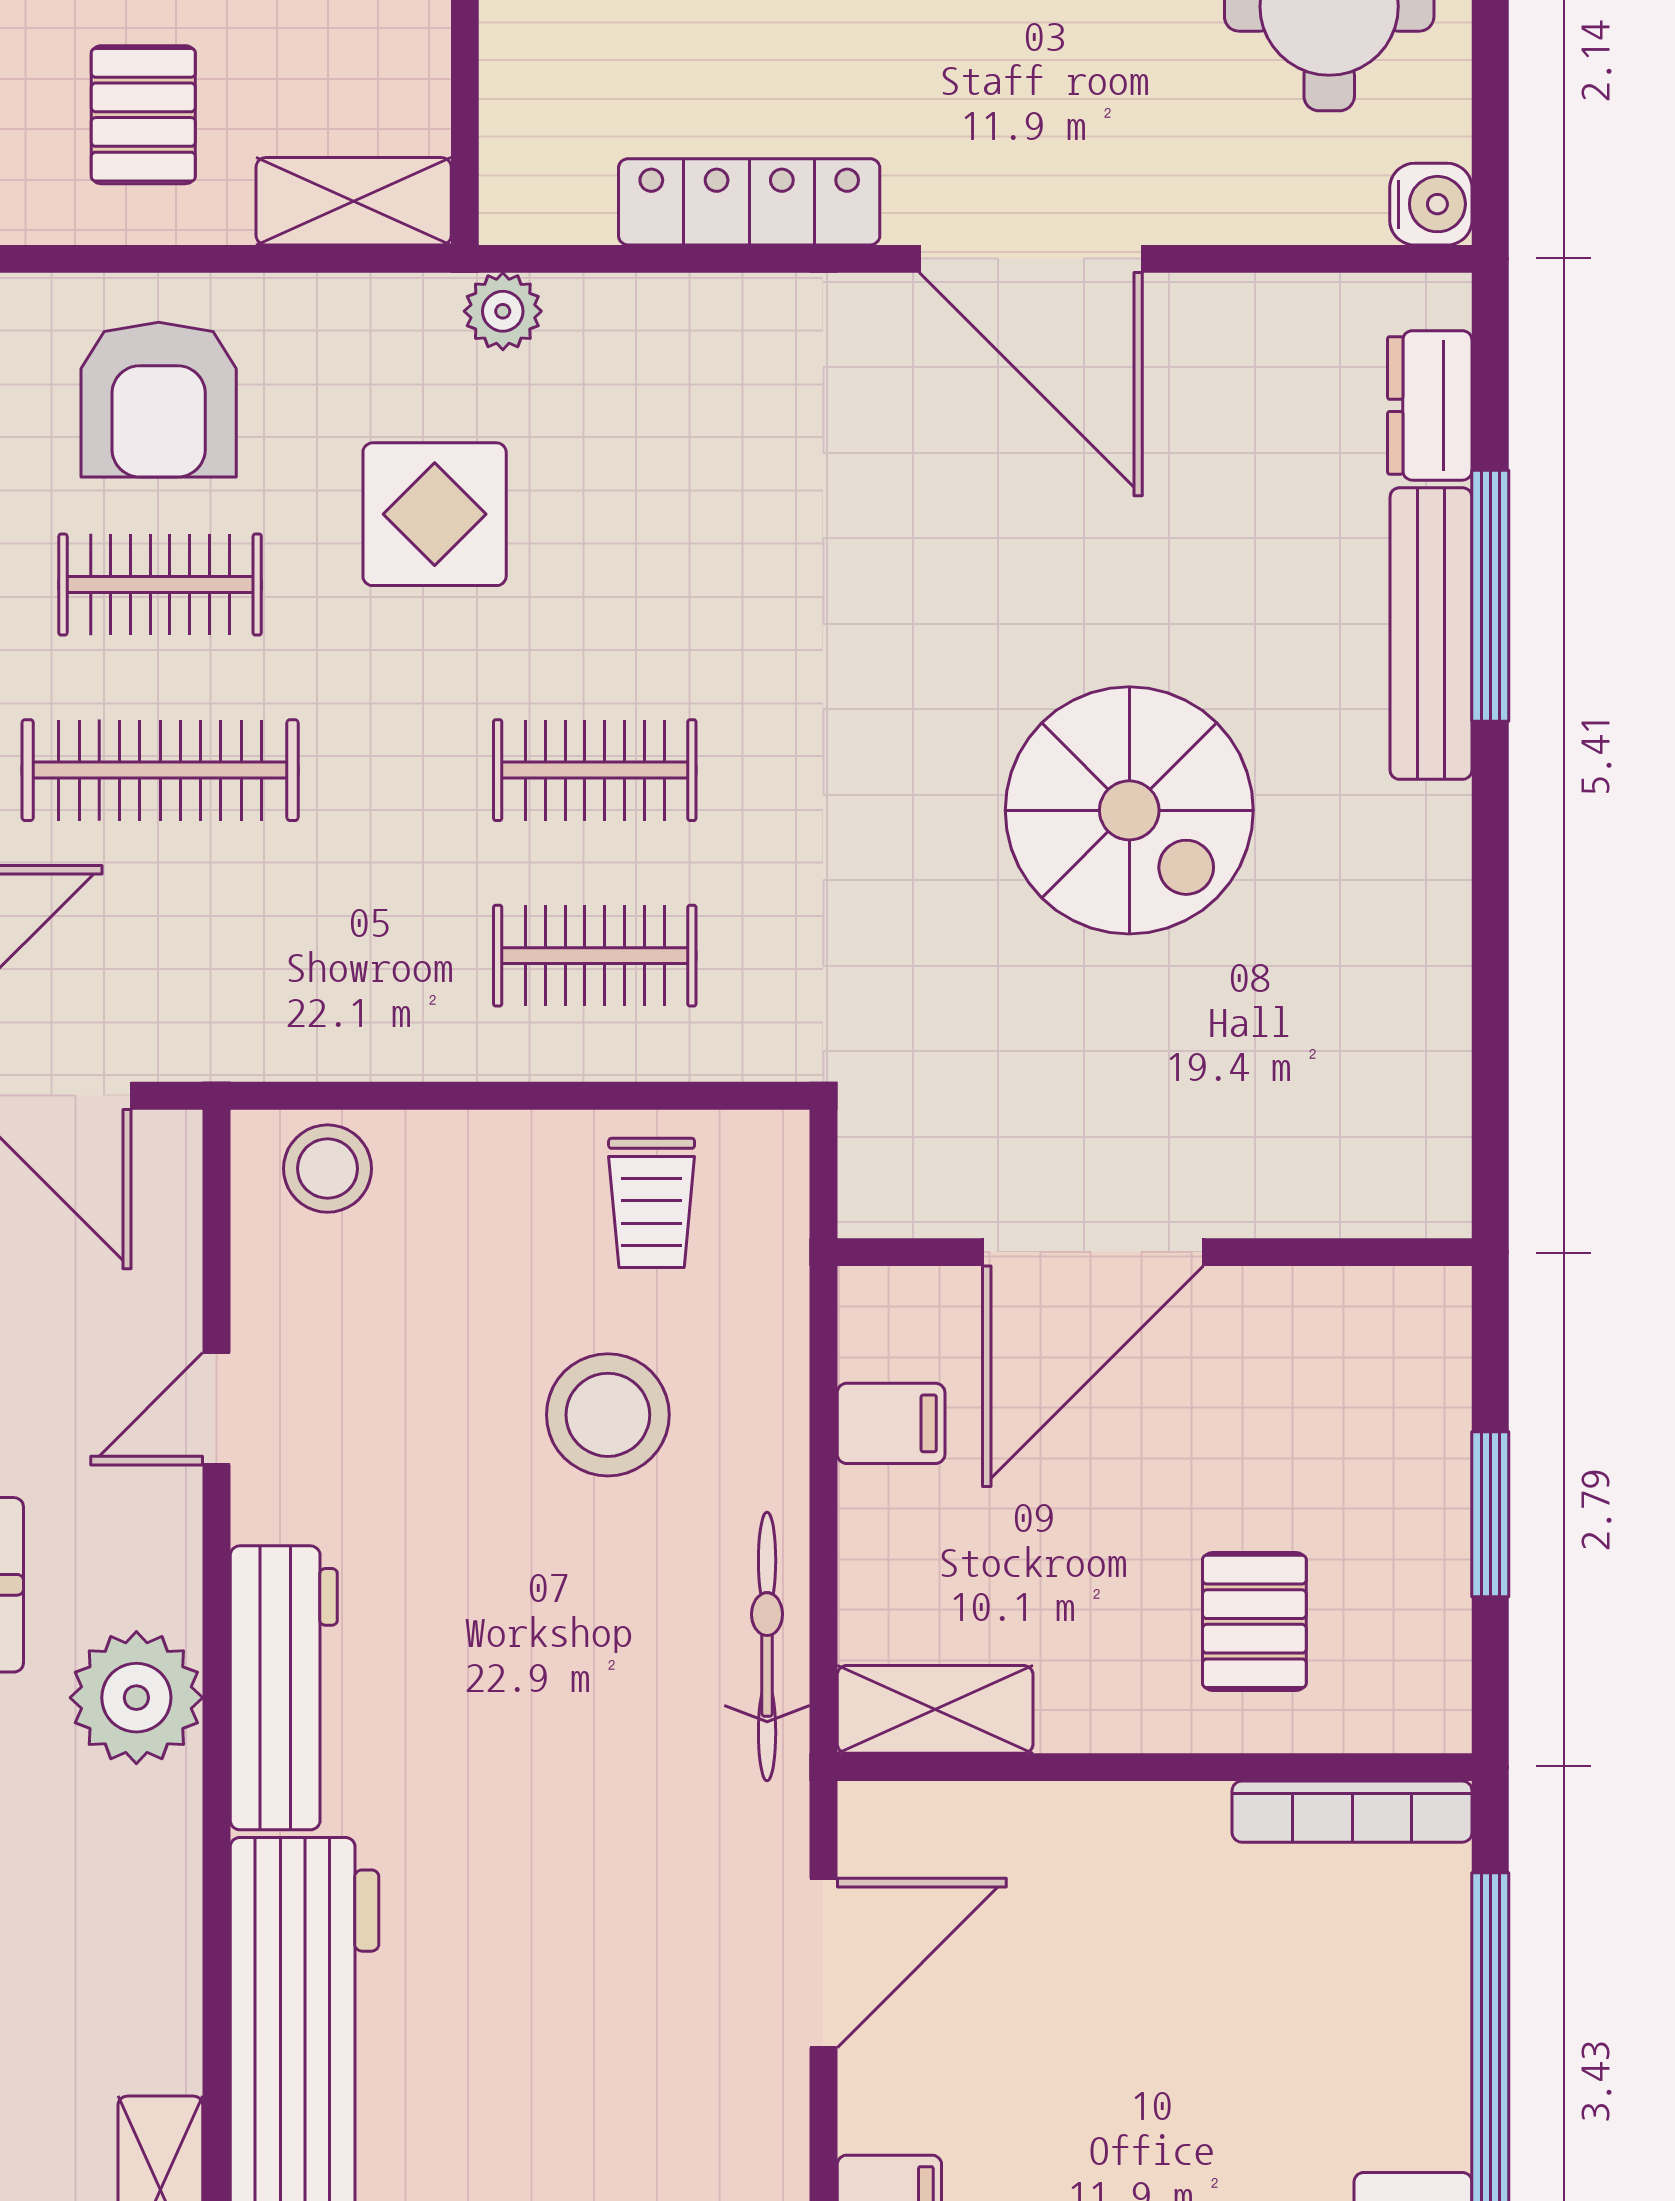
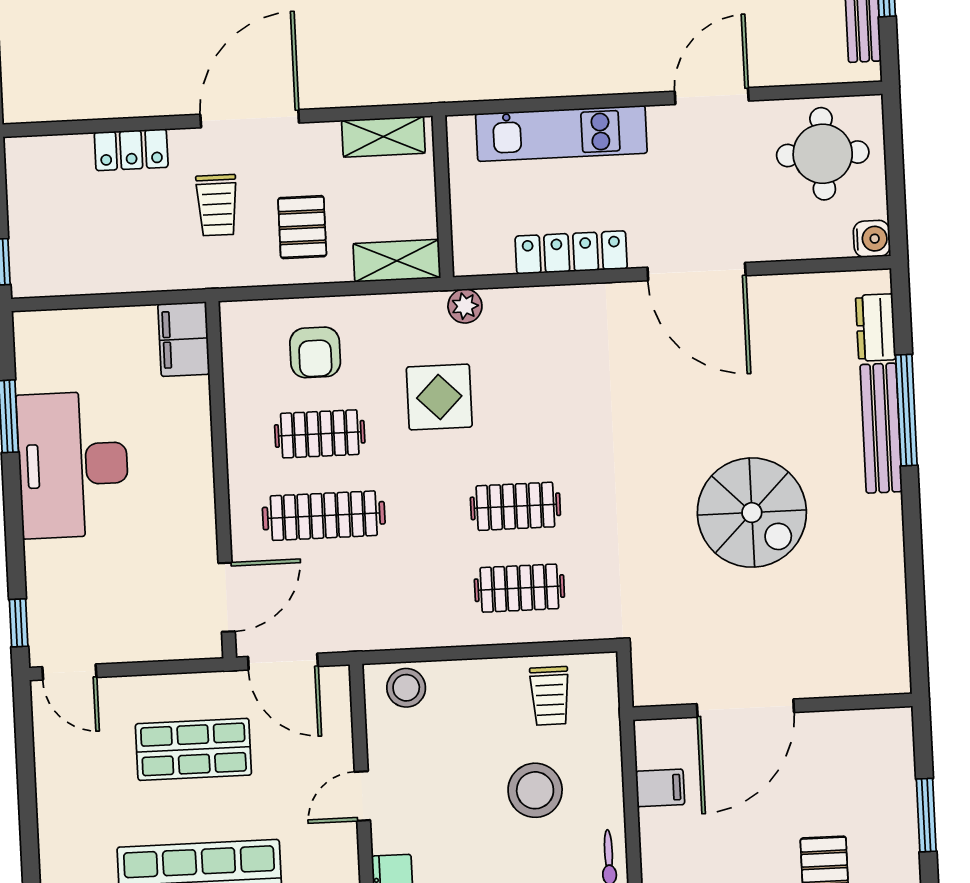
armchair: (159, 400) -> (315, 352), width x0.72, depth x0.72

